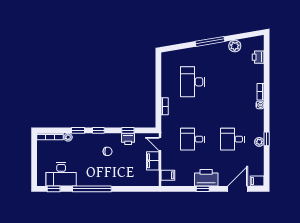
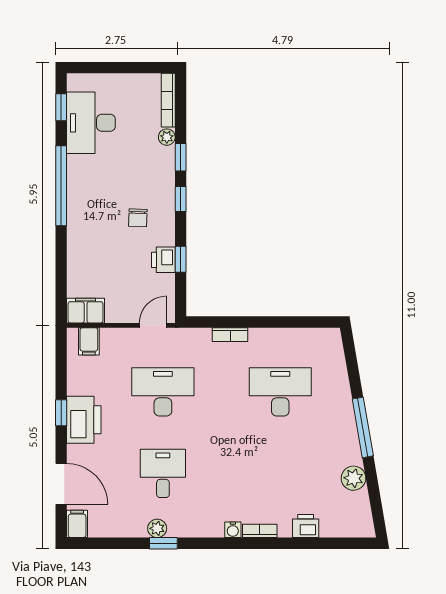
printer: (258, 57) -> (306, 526), moved
desk: (193, 139) -> (163, 392), width x1.37
filing cabinet: (153, 161) -> (86, 311), moved

